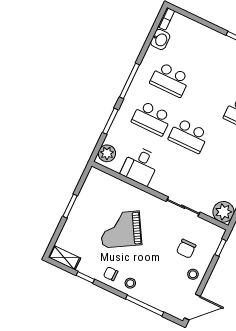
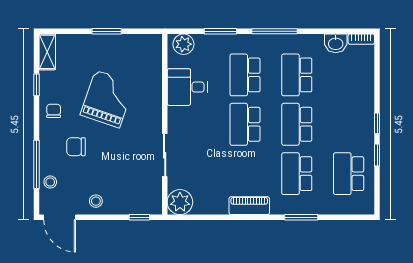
school desk: (207, 97) -> (297, 124), added
grand piano: (121, 229) -> (107, 99), turned 49
chair: (186, 249) -> (76, 147), moved
stool: (130, 283) -> (50, 182), moved

